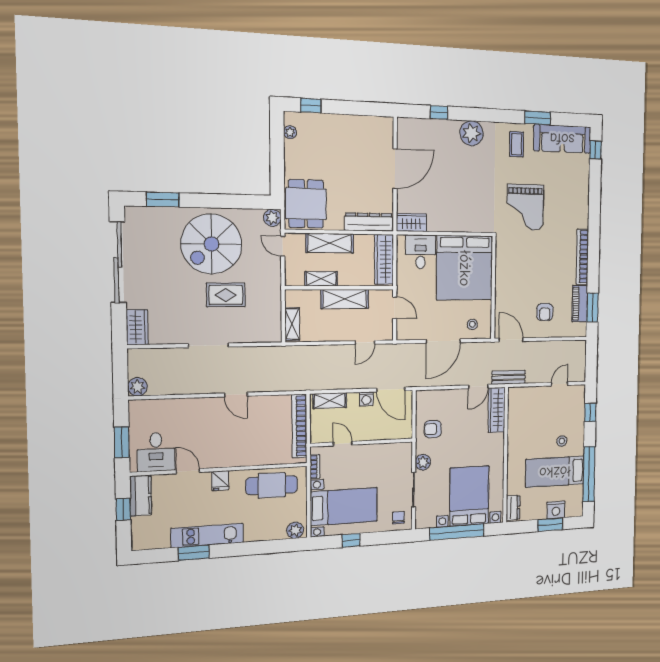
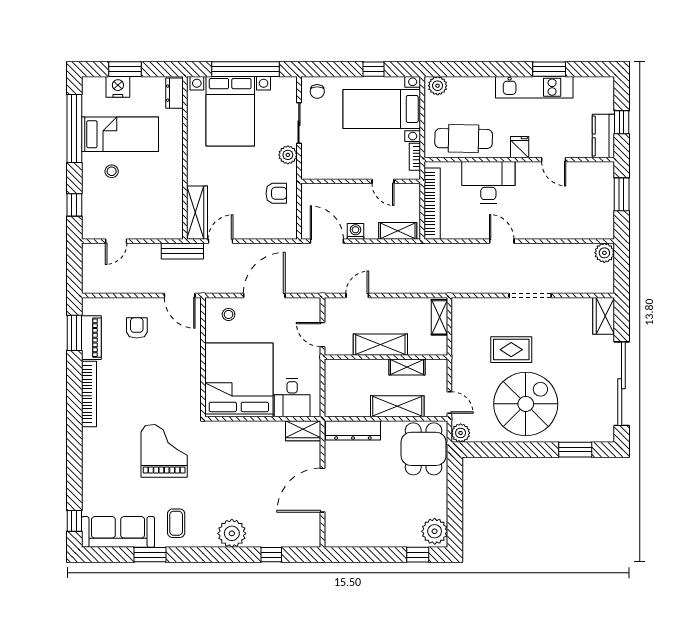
plant: (290, 132) -> (435, 531), width x1.88, depth x1.88
wardrobe: (384, 259) -> (335, 389), removed
desk: (156, 452) -> (488, 182), moved, width x1.37

